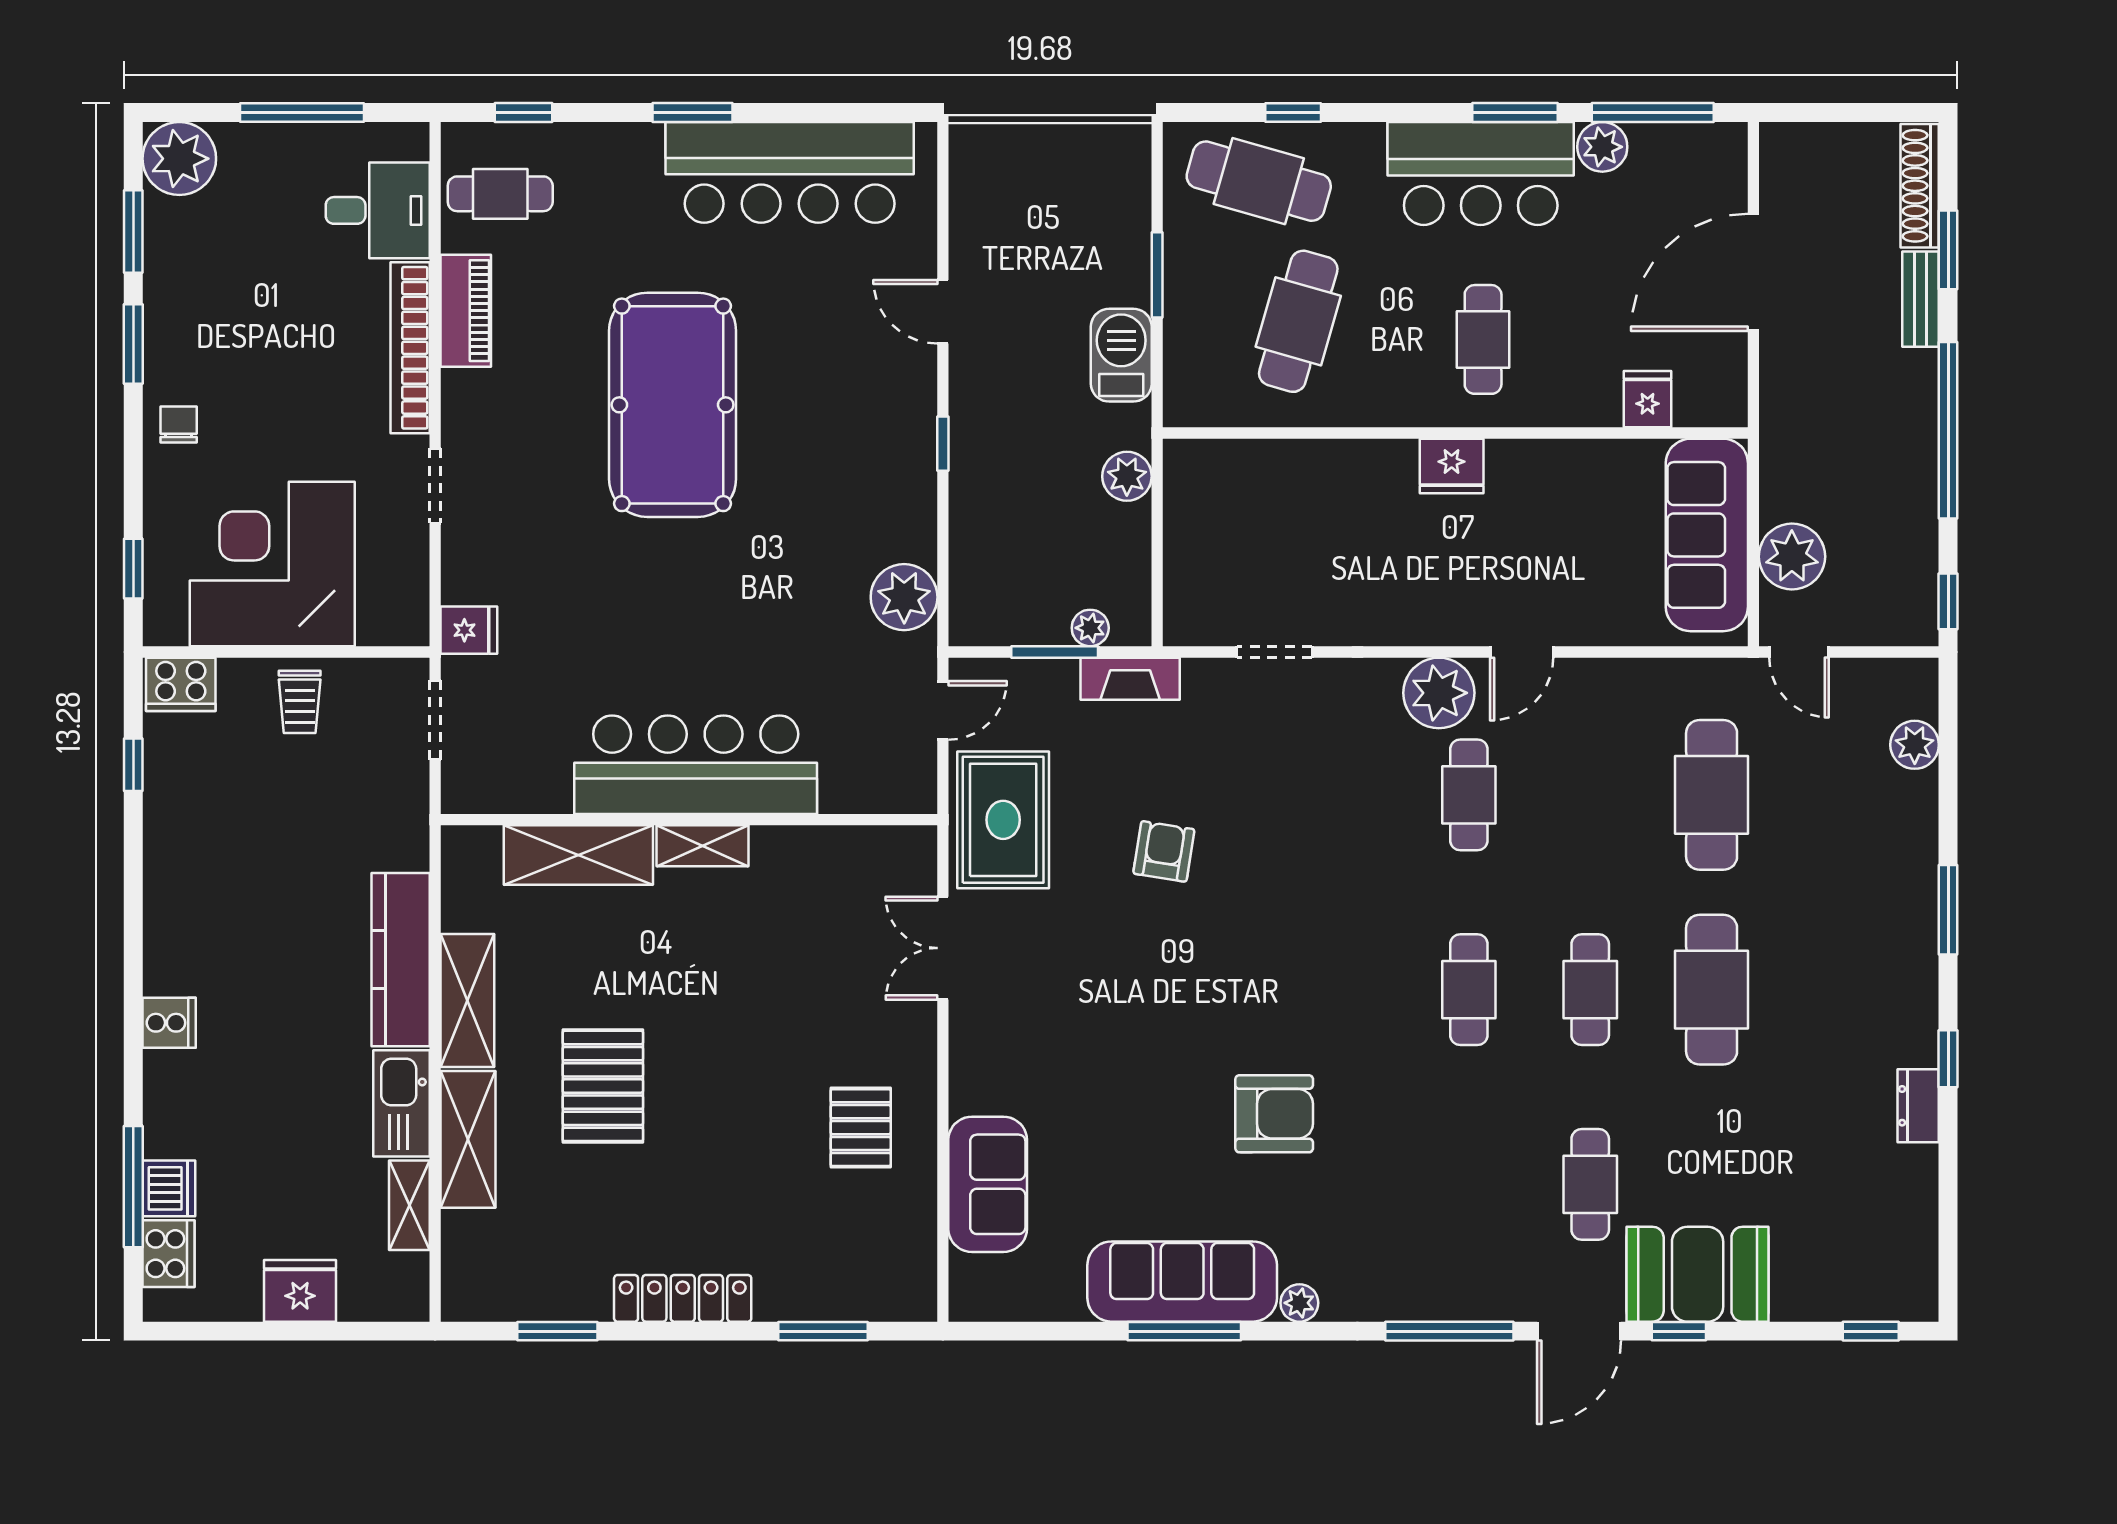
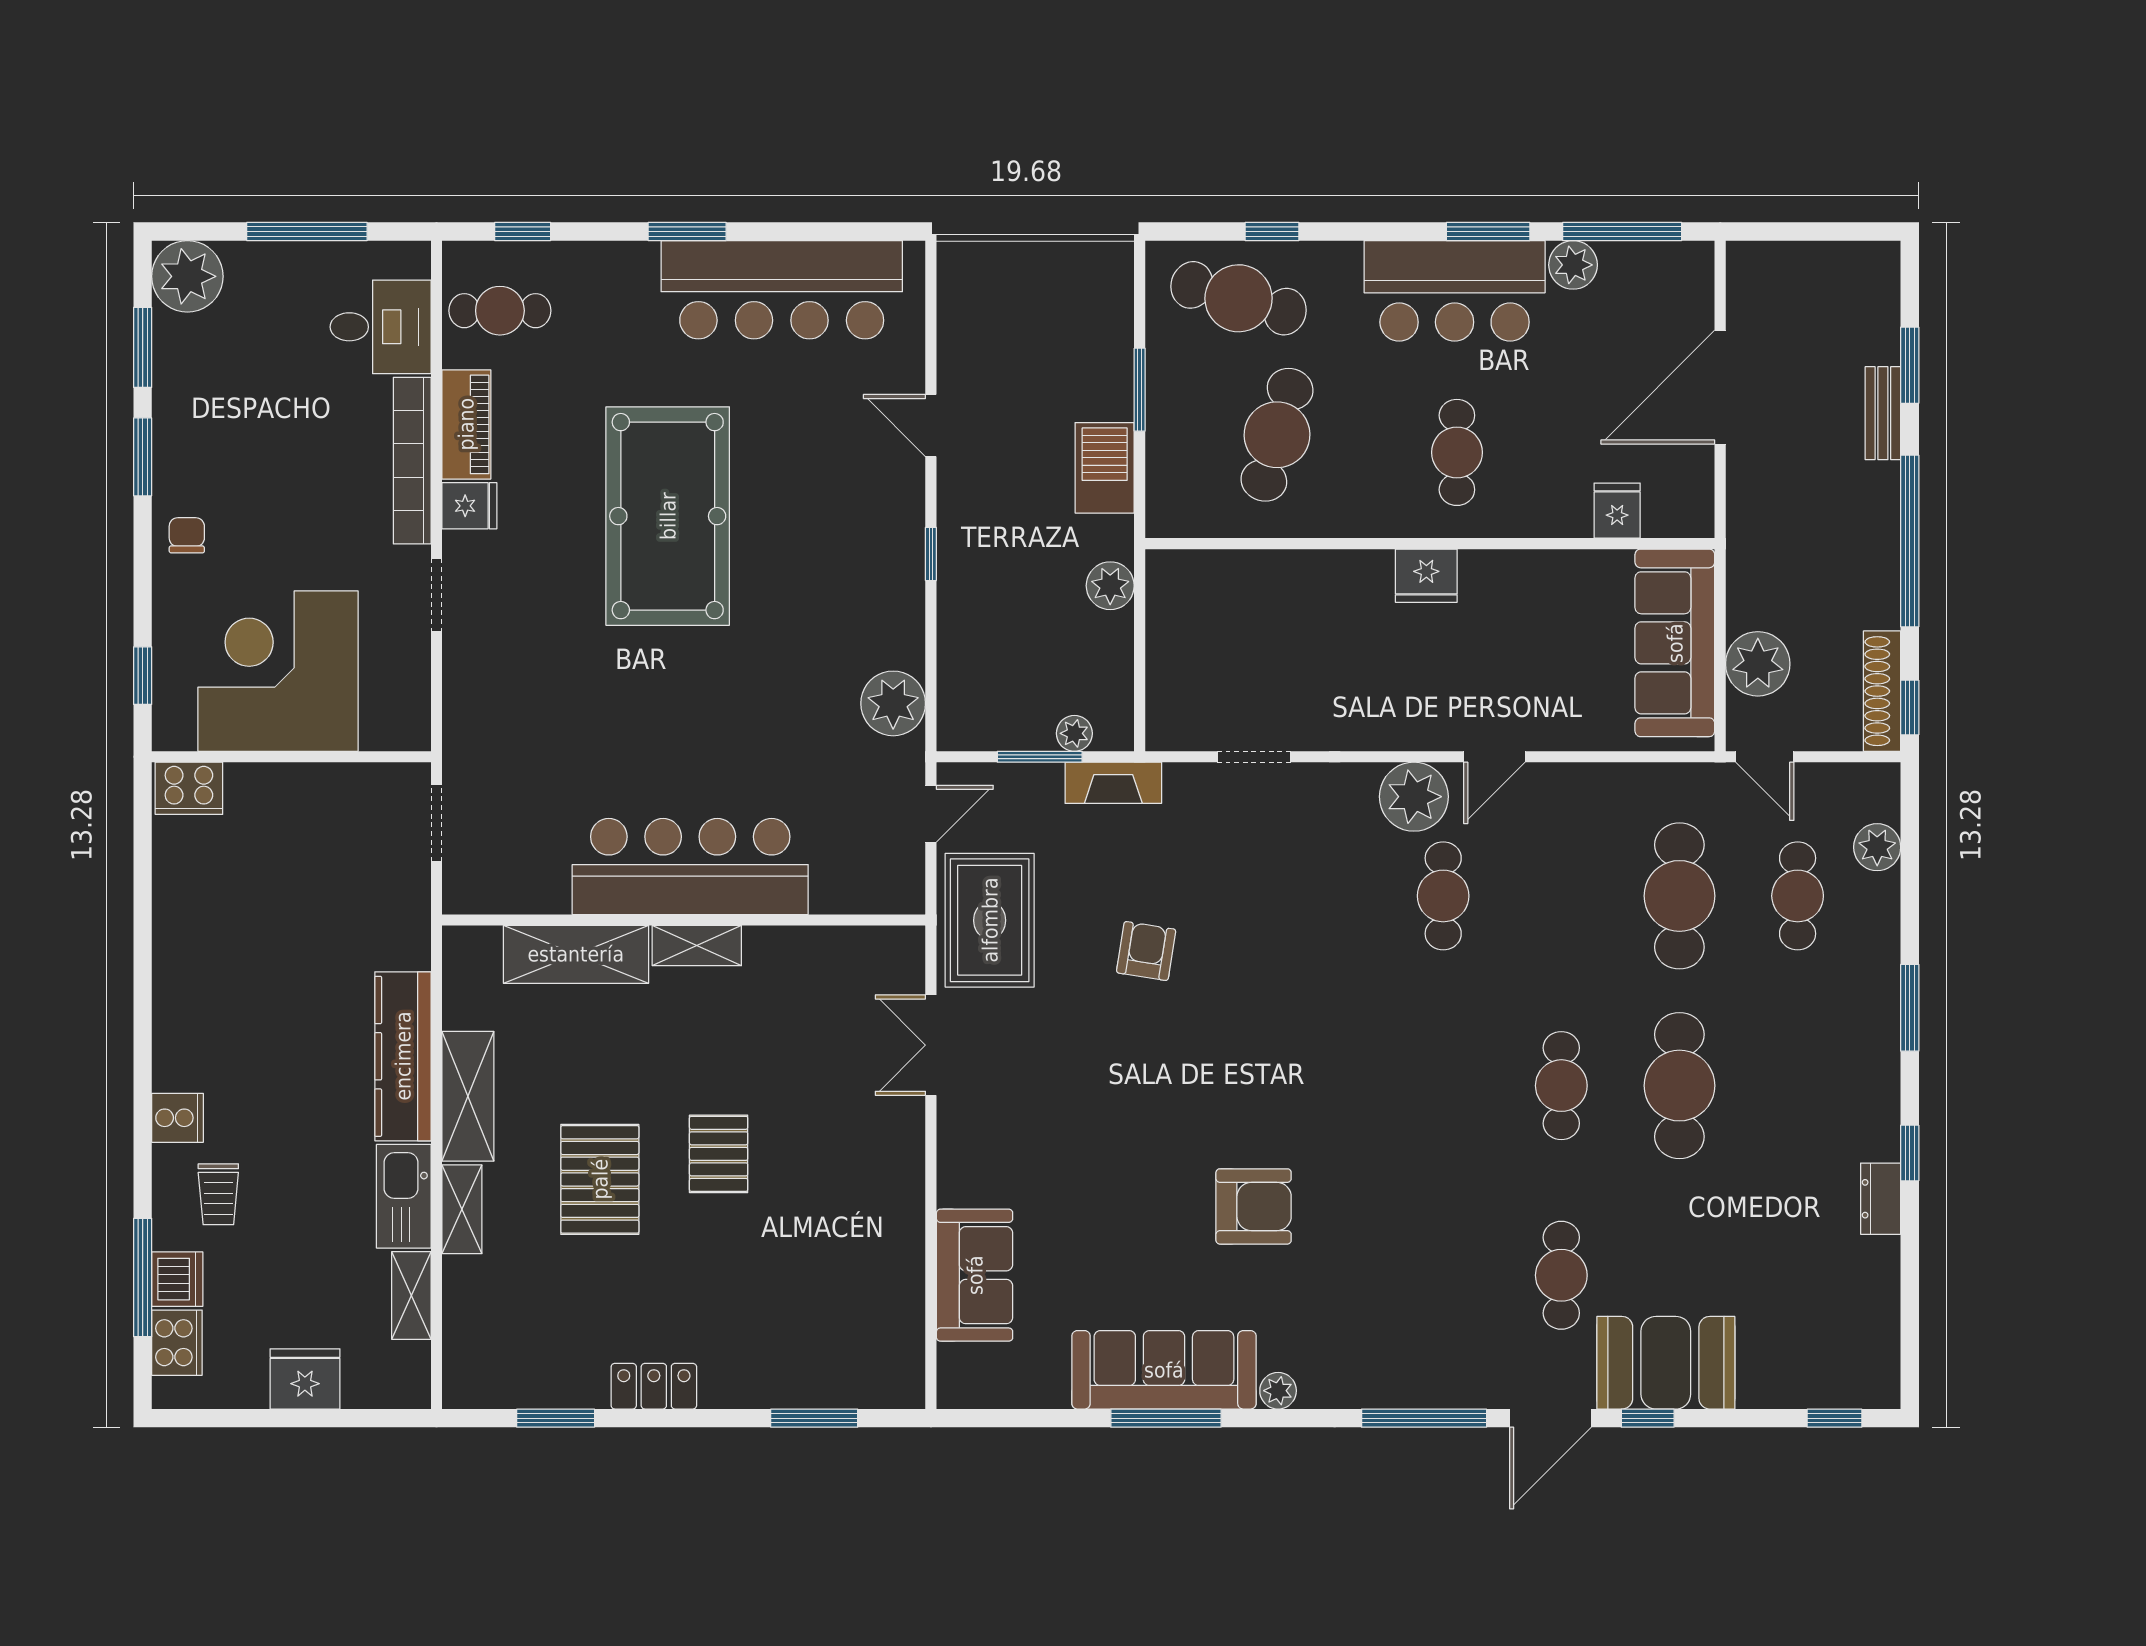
shoe rack: (1920, 186) -> (1882, 691), moved
fridge: (469, 630) -> (469, 506), moved
trolley: (300, 702) -> (218, 1194), moved
window: (133, 765) -> (143, 867), removed
cafe table: (1469, 990) -> (1798, 896), moved
pallet: (861, 1128) -> (719, 1154), moved
shelving: (468, 1139) -> (462, 1209), width x0.67, depth x0.75
locker: (683, 1298) -> (654, 1386), width x0.66

